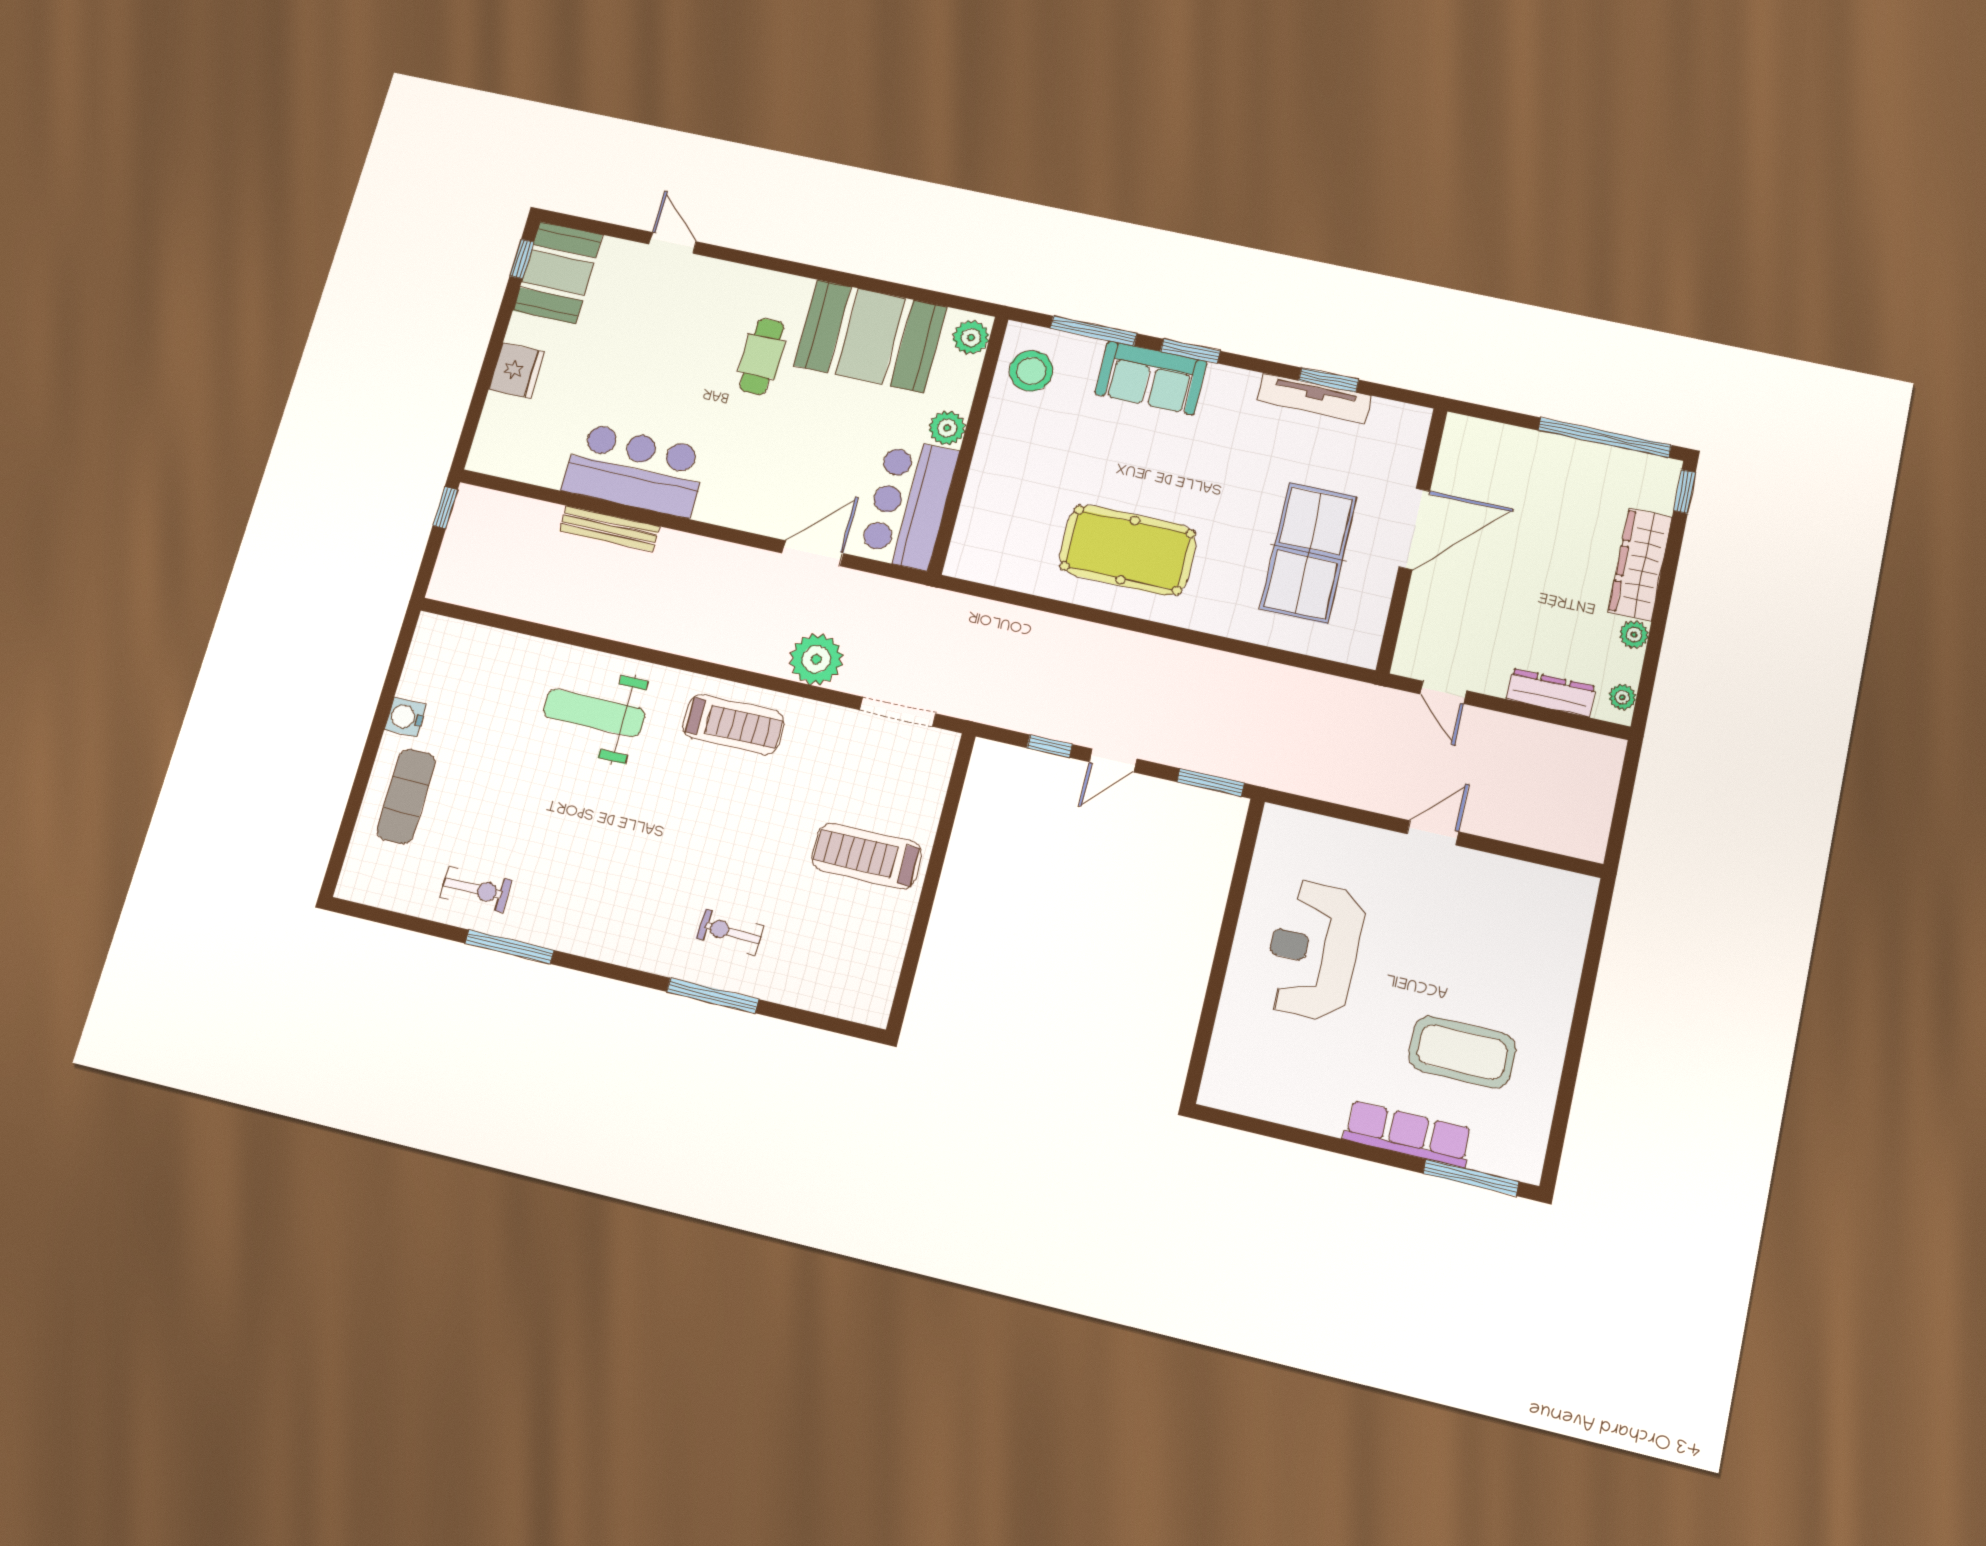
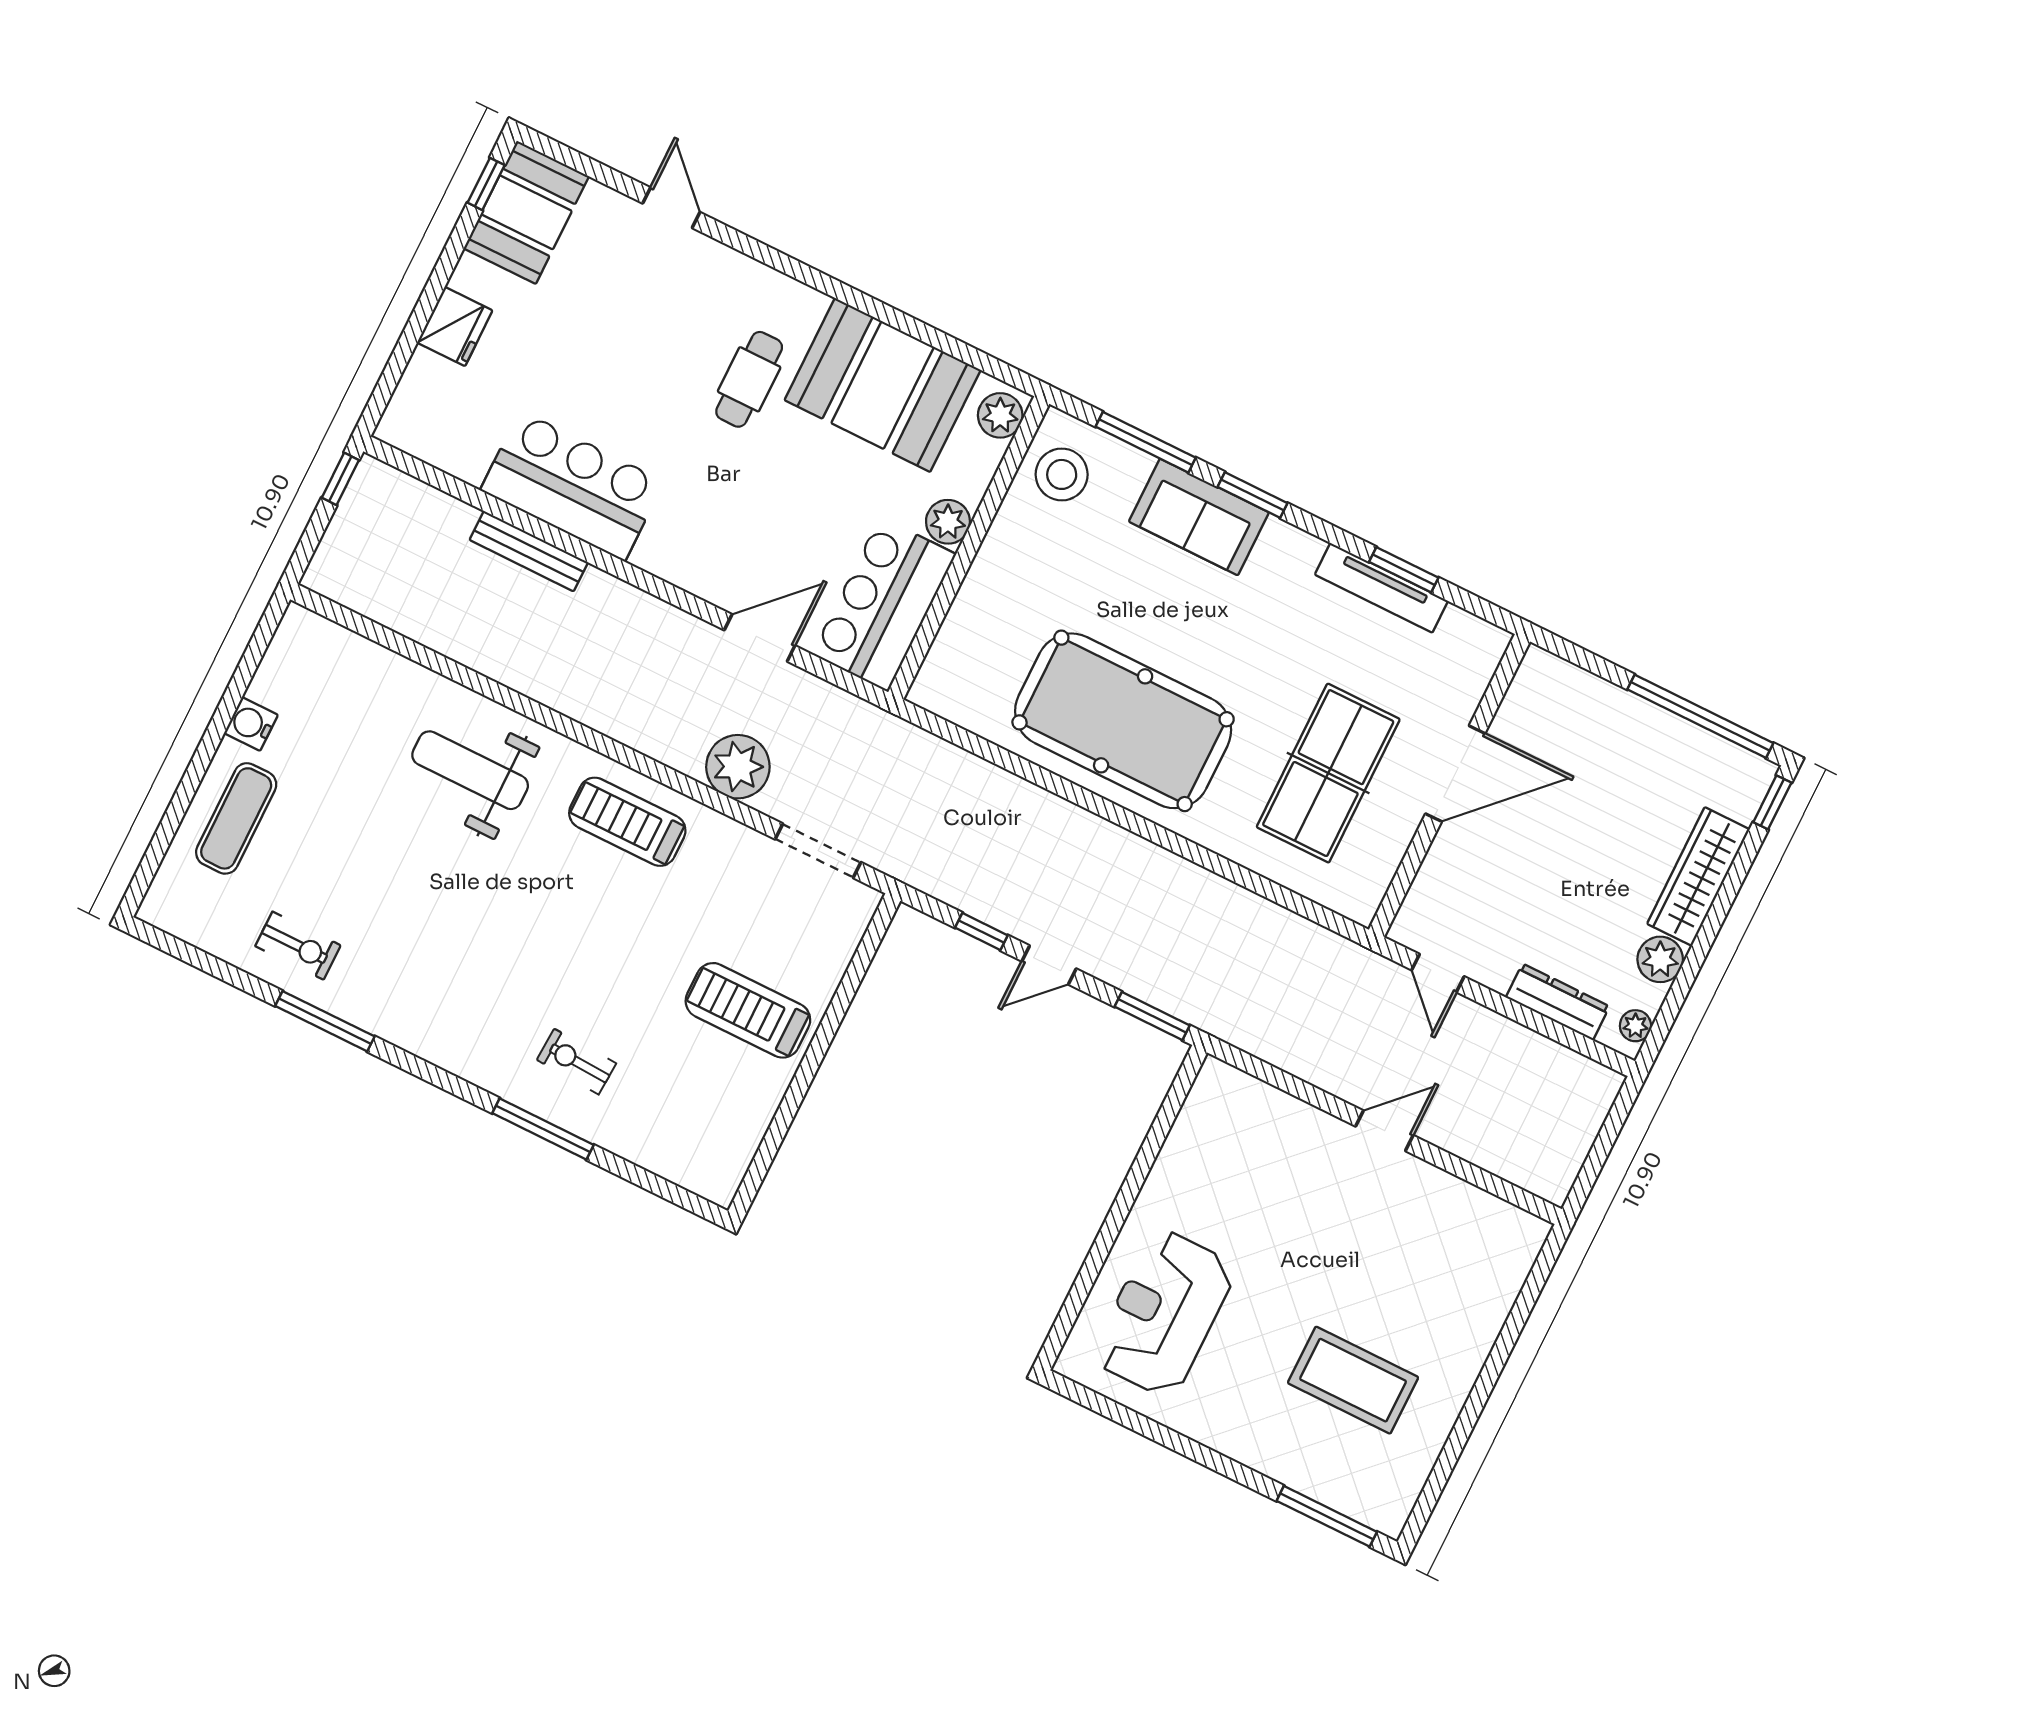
pool table: (1128, 550) -> (1123, 721), width x1.36, depth x1.32
plant: (1634, 635) -> (1660, 959), width x1.38, depth x1.38
treadmill: (733, 725) -> (627, 822), turned 180
reception desk: (1313, 950) -> (1164, 1313), moved
row of seats: (1408, 1134) -> (1271, 1455), removed

